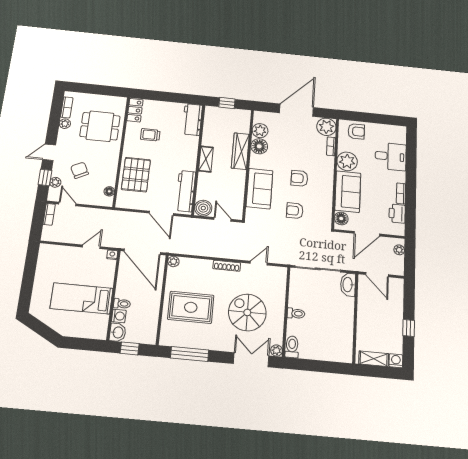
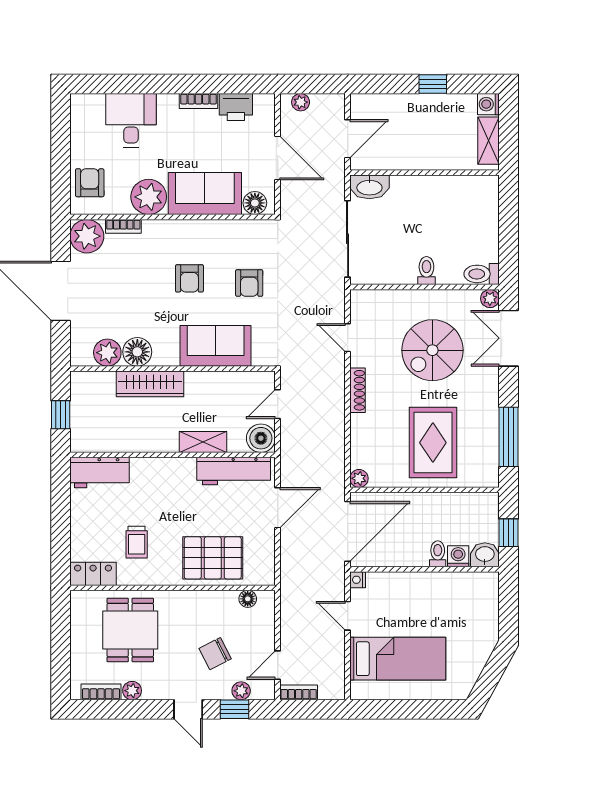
shelving: (206, 159) -> (203, 442), moved
bed: (82, 298) -> (398, 659), moved, turned -90

